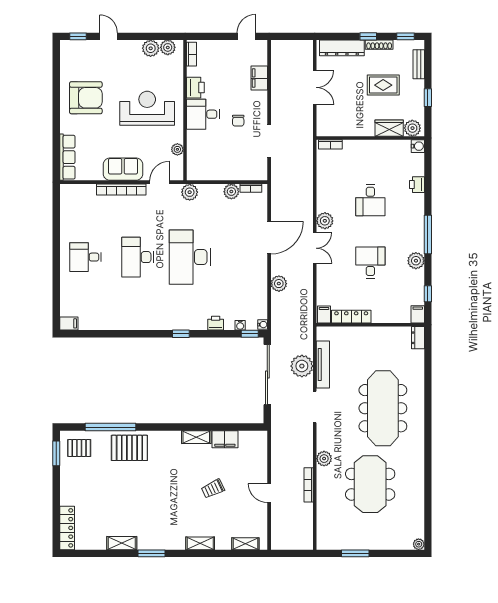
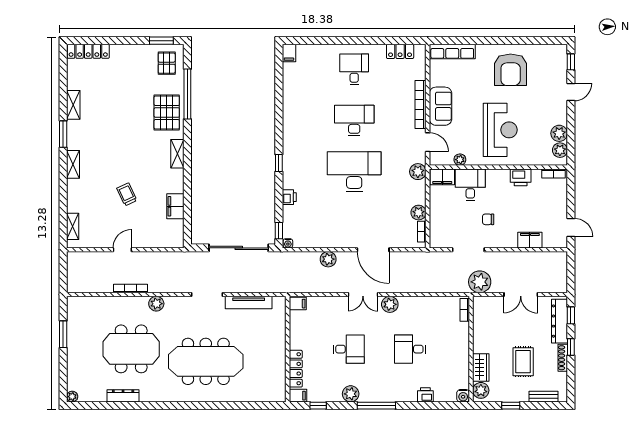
window: (405, 36) -> (571, 315), moved
desk: (203, 114) -> (470, 185), moved
filing cabinet: (195, 167) -> (442, 177), added
locker: (67, 210) -> (400, 51), added
locker: (351, 317) -> (296, 369), moved
water cooler: (240, 325) -> (287, 221), removed
dresser: (418, 338) -> (123, 396), moved, width x1.44
plant: (302, 366) -> (480, 282), moved
shelving: (196, 437) -> (177, 154), moved
shelving: (200, 543) -> (73, 164), moved

